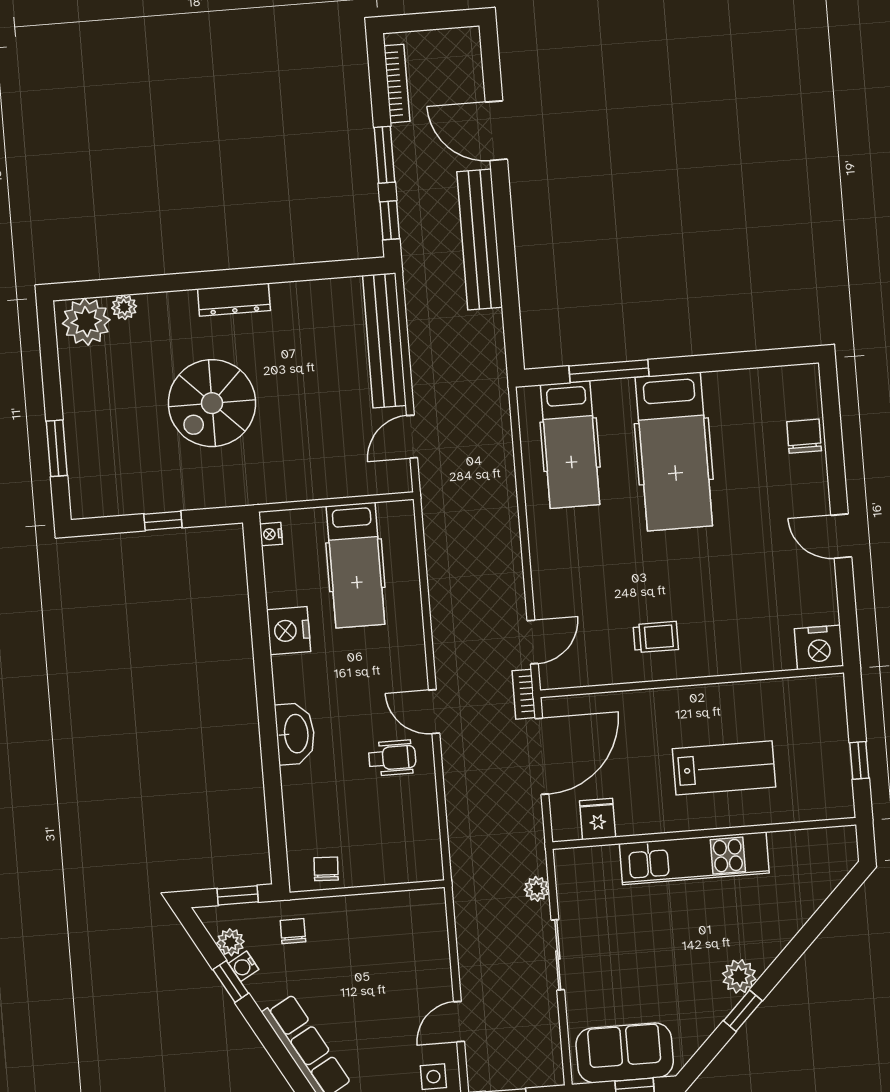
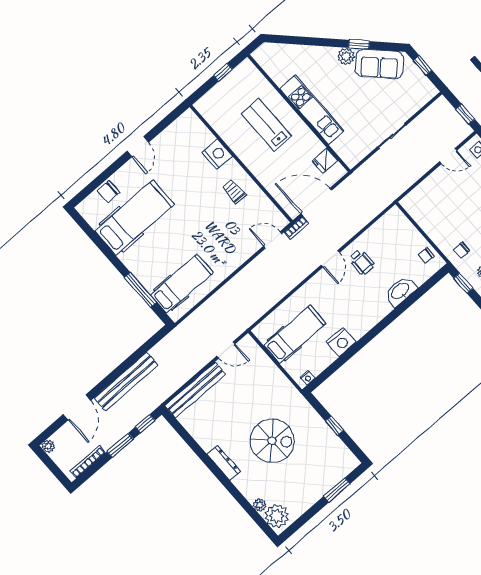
hospital bed: (674, 451) -> (134, 218), moved
nightstand: (819, 647) -> (217, 154), moved
washbasin: (295, 734) -> (400, 291), moved
wheelchair: (392, 758) -> (362, 262), turned 180
plant: (537, 889) -> (48, 446), moved
sofa: (625, 1053) -> (380, 64), moved, turned -45

